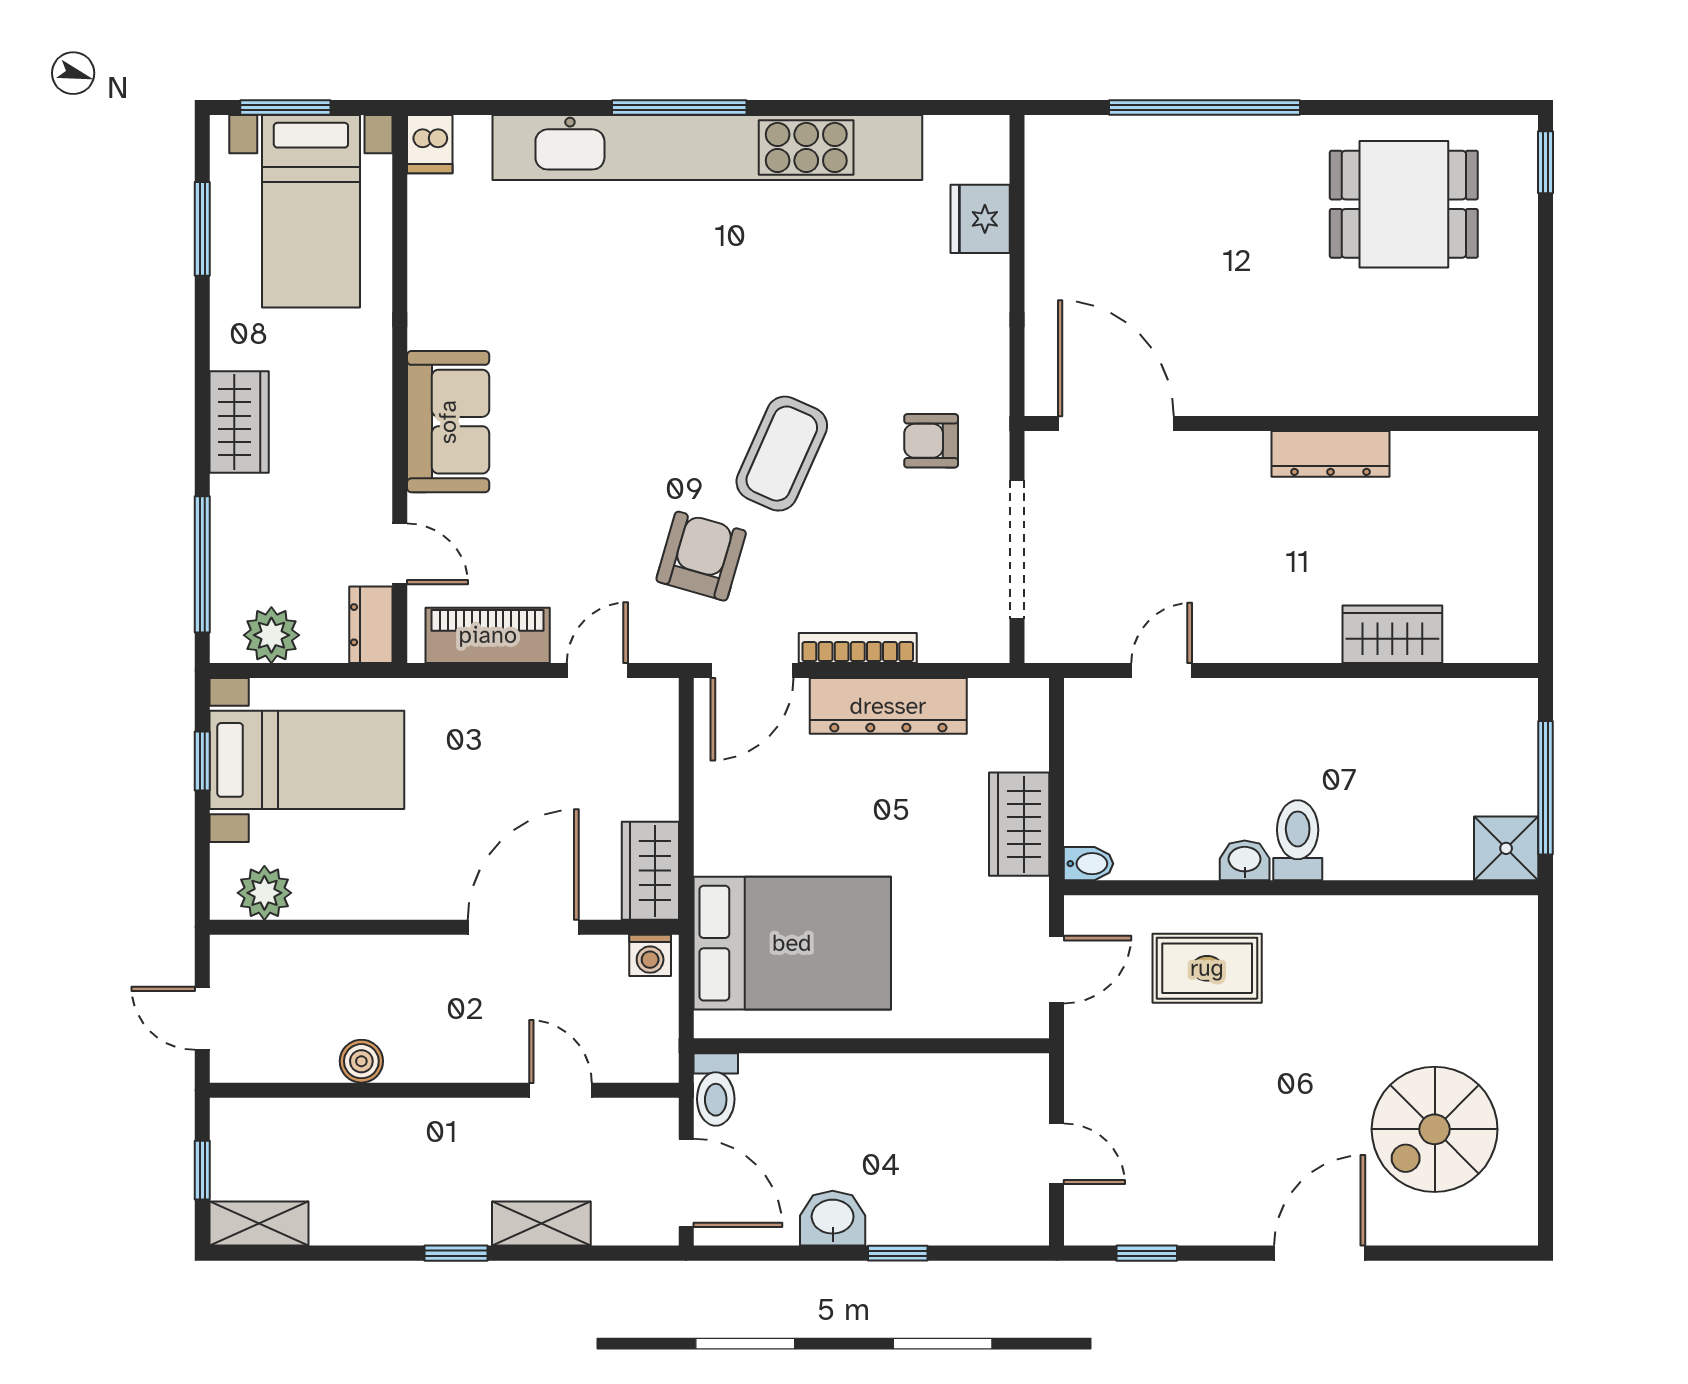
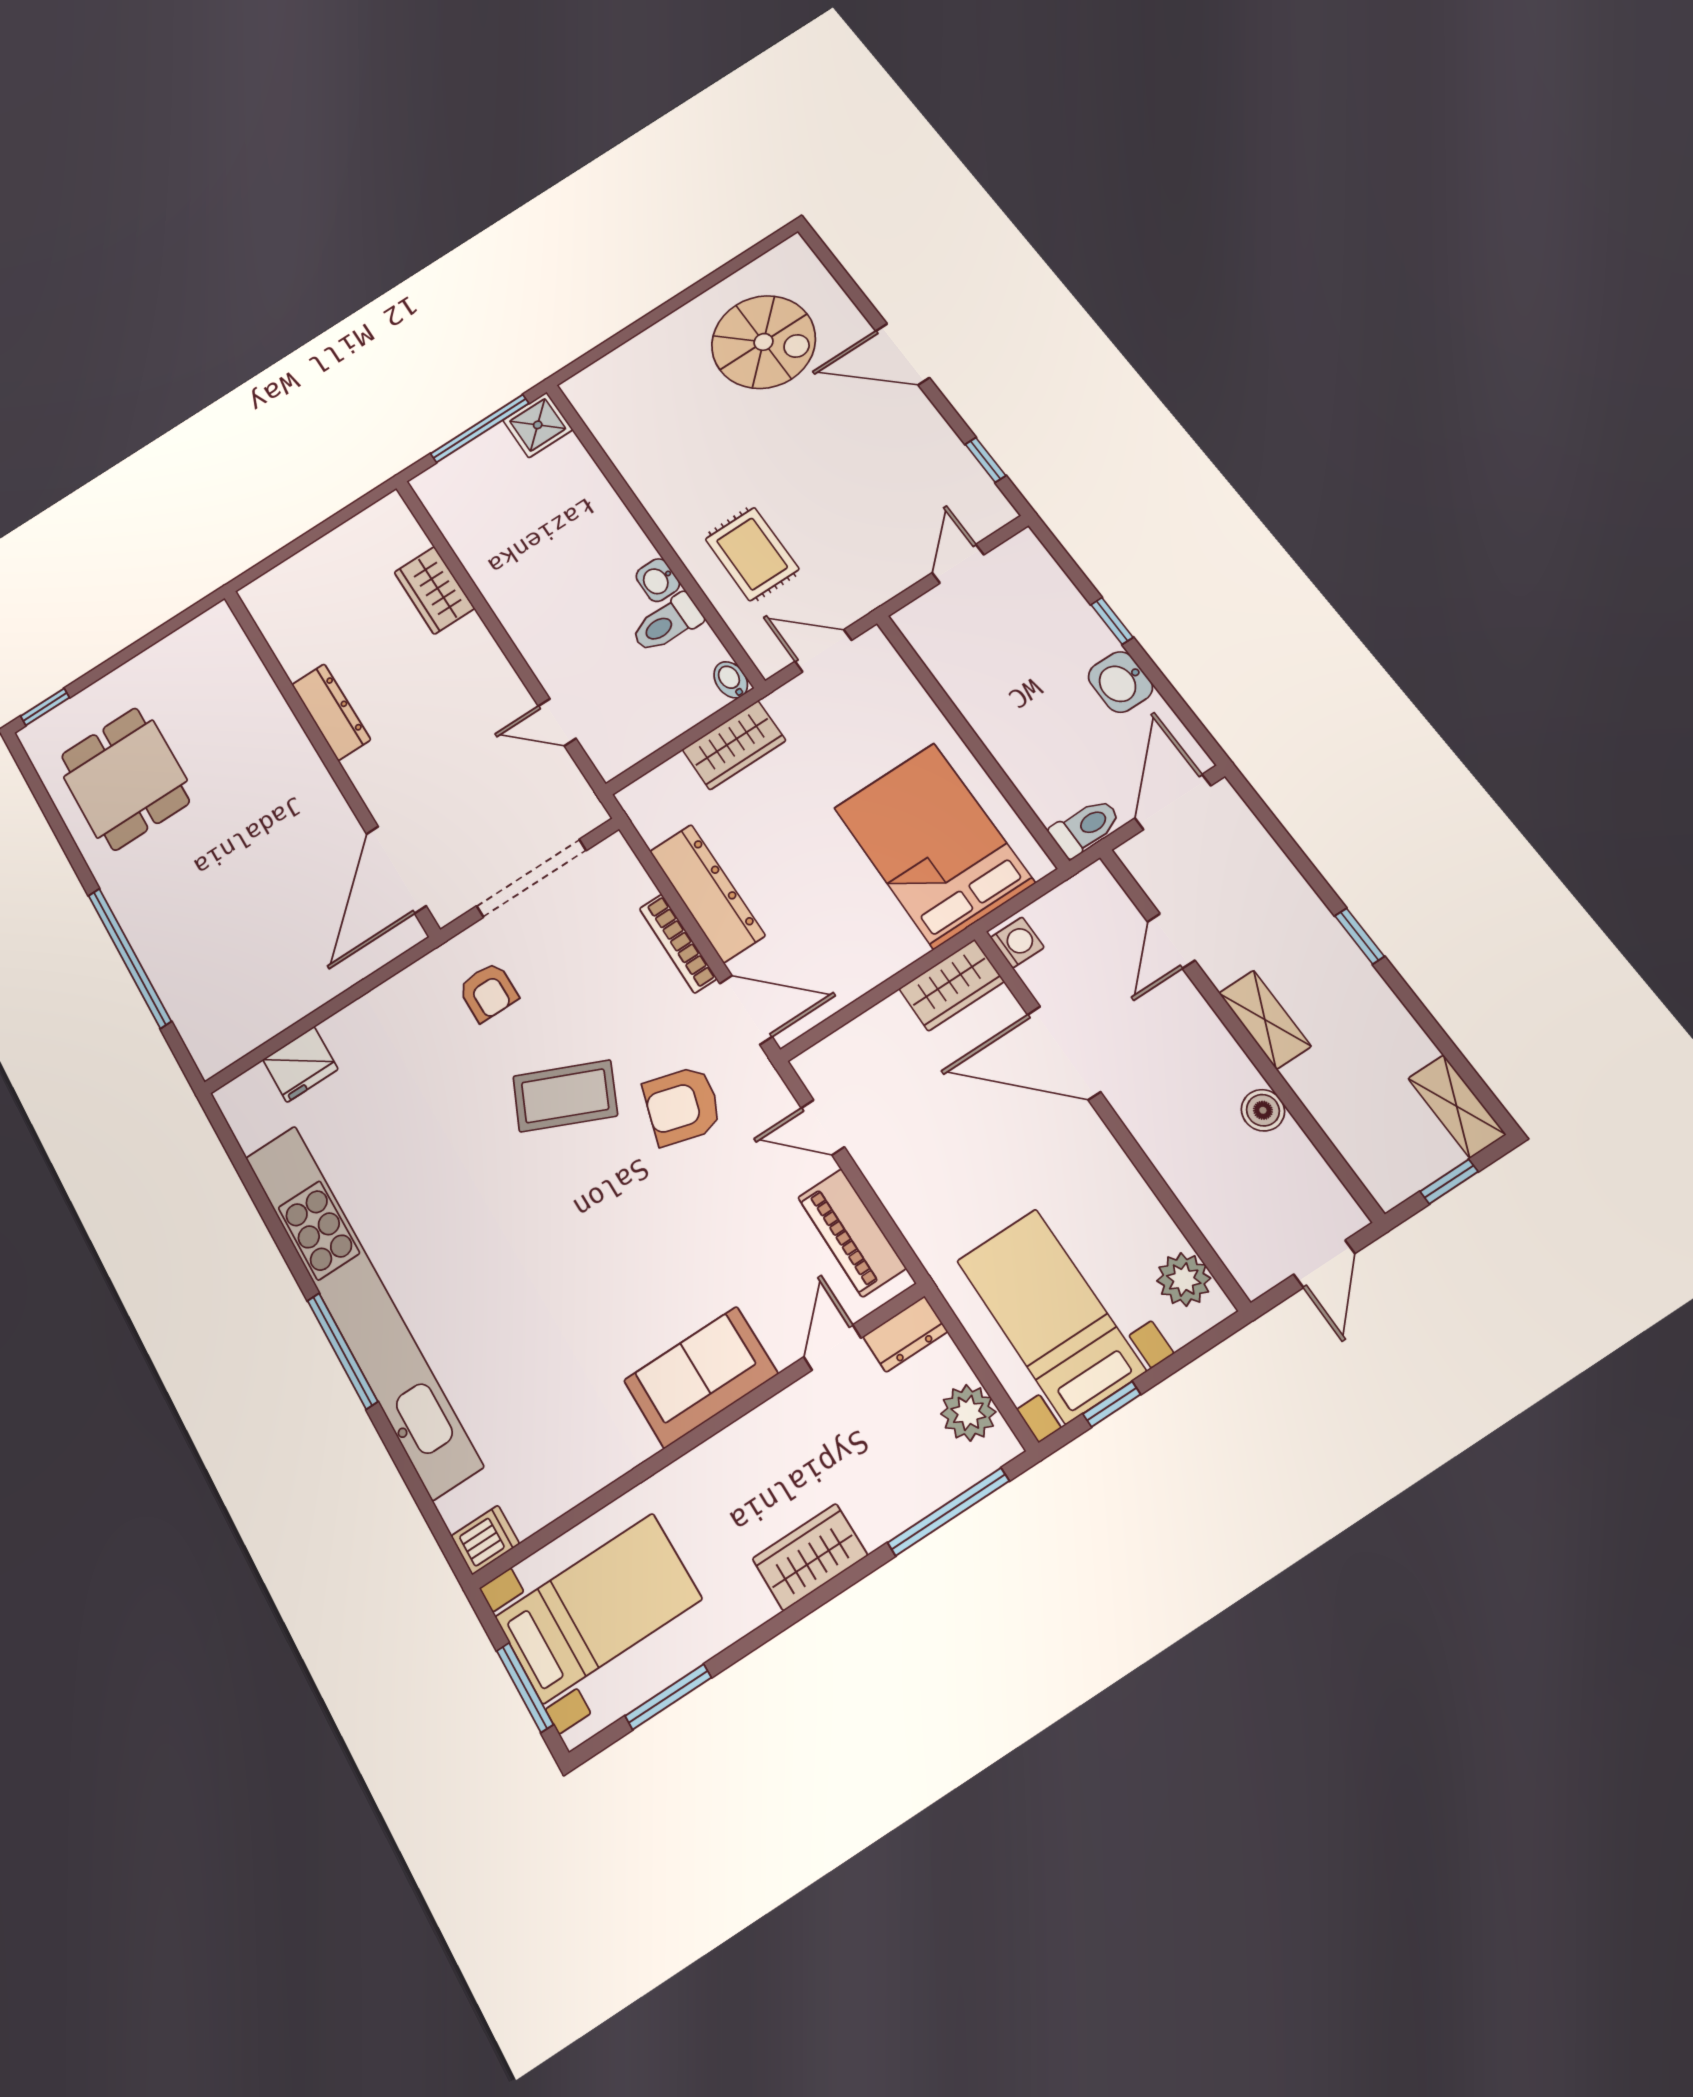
toilet: (1298, 840) -> (667, 623), moved
shelving: (541, 1224) -> (1265, 1020), moved

